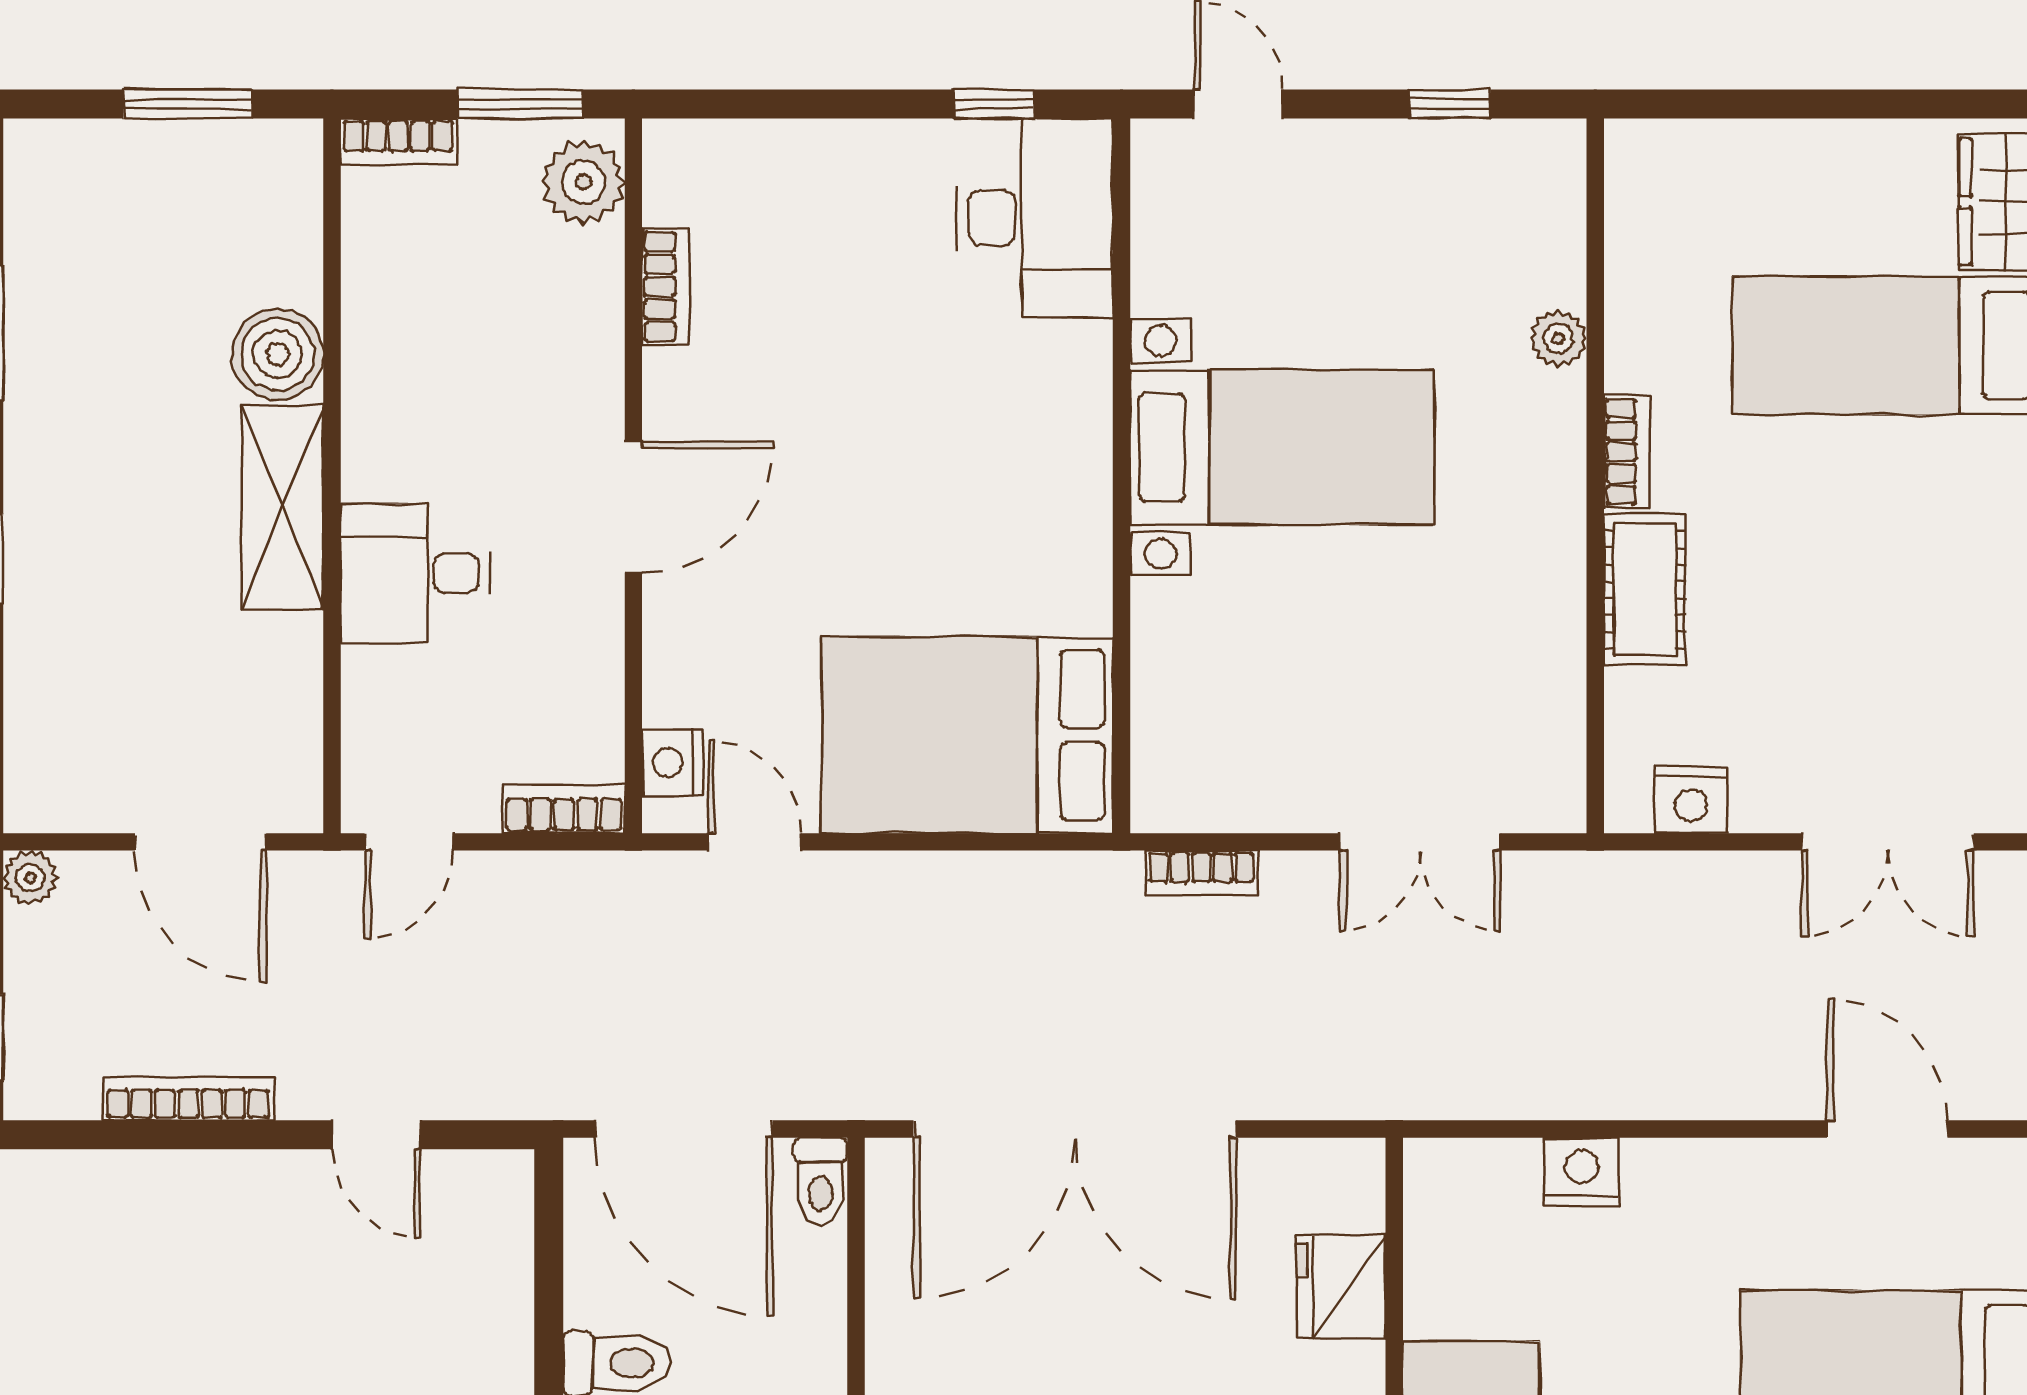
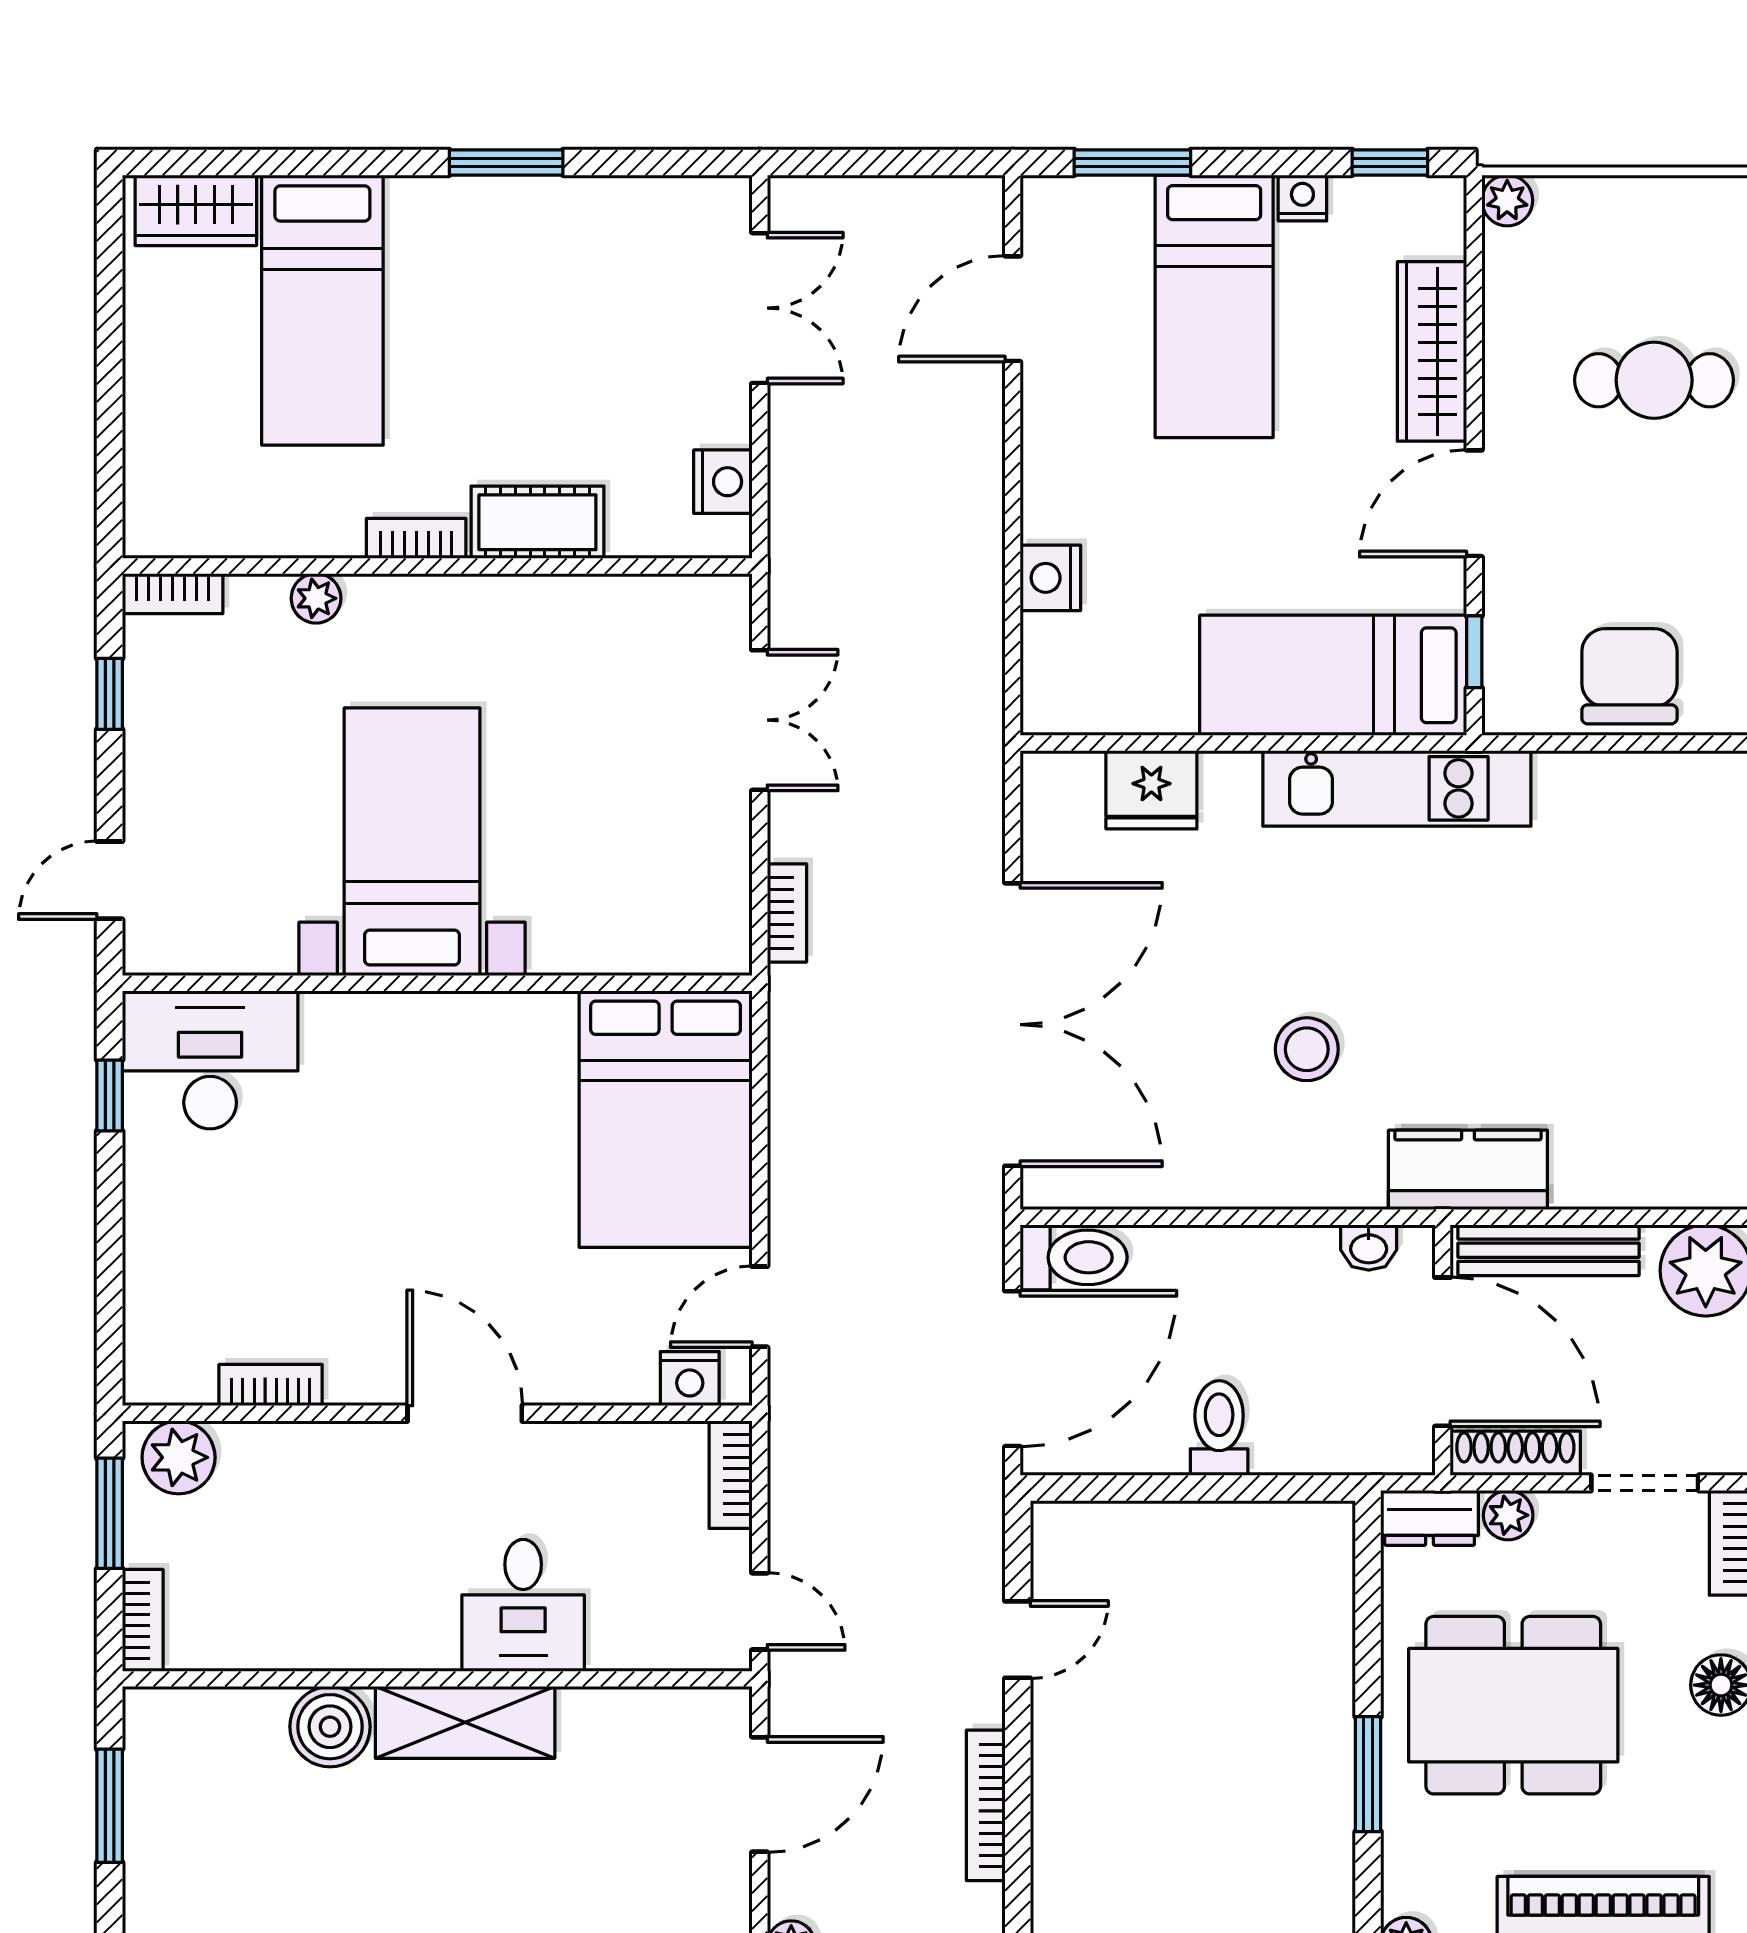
bookcase: (1564, 175) -> (173, 594), added
toilet: (820, 1181) -> (1074, 1257), width x1.37, depth x1.39

